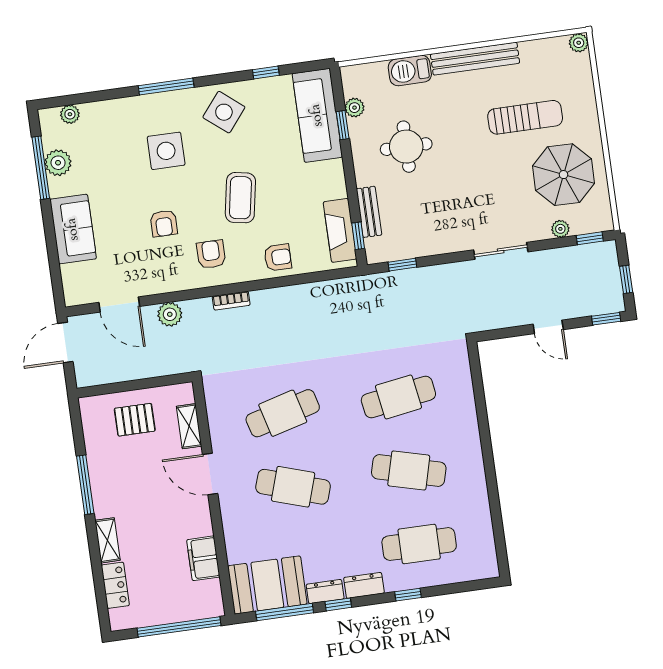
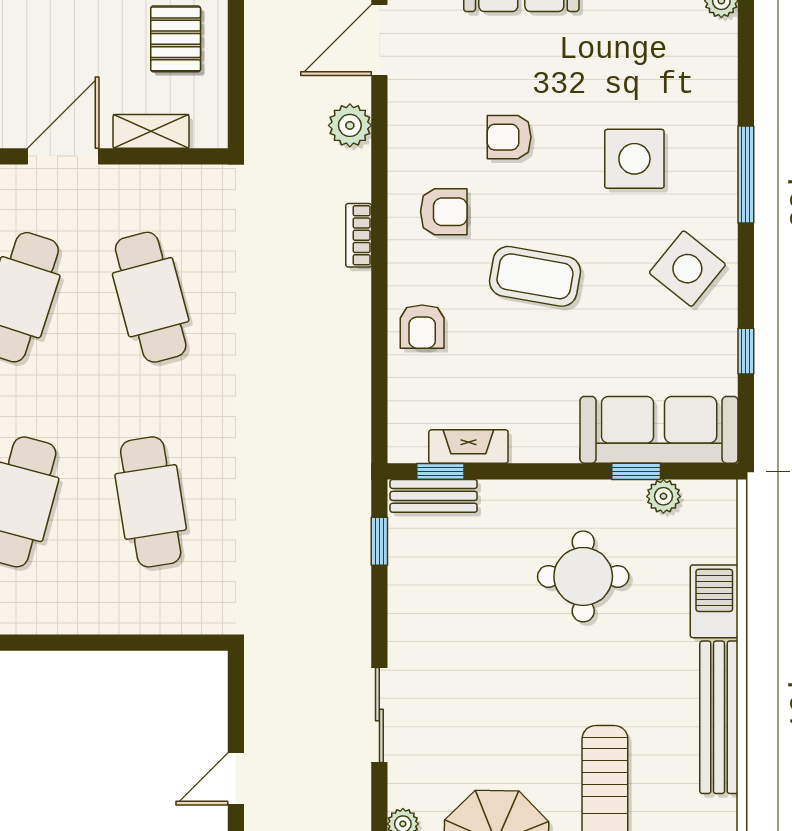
bench: (369, 212) -> (434, 496), moved
fireplace: (340, 230) -> (468, 447), width x0.73, depth x0.76

